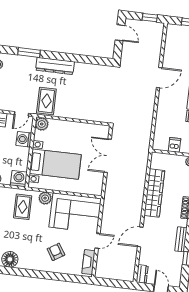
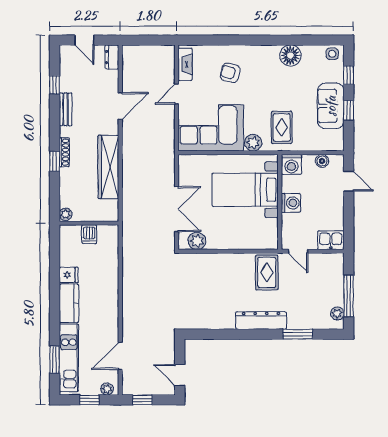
plant: (175, 29) -> (107, 389), added
door: (159, 78) -> (120, 356), moved
door: (21, 114) -> (298, 251), swing flipped
plant: (42, 124) -> (197, 241), moved
washing machine: (24, 139) -> (291, 203), moved
armchair: (56, 252) -> (230, 73), turned 137

